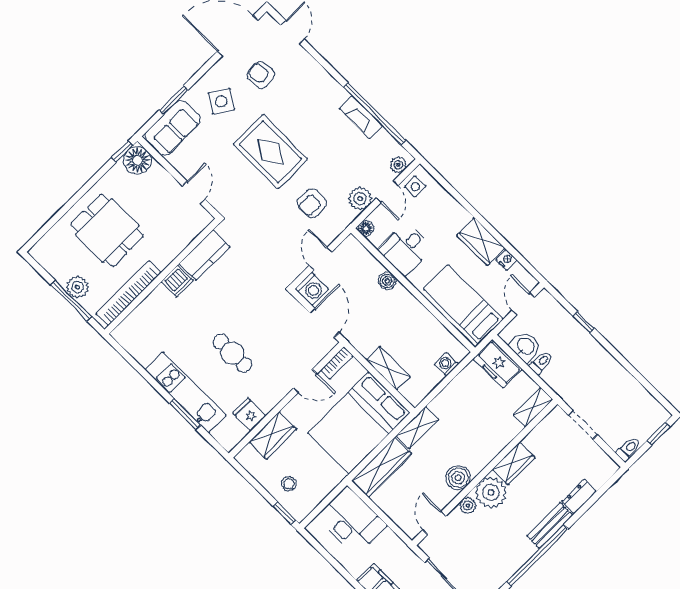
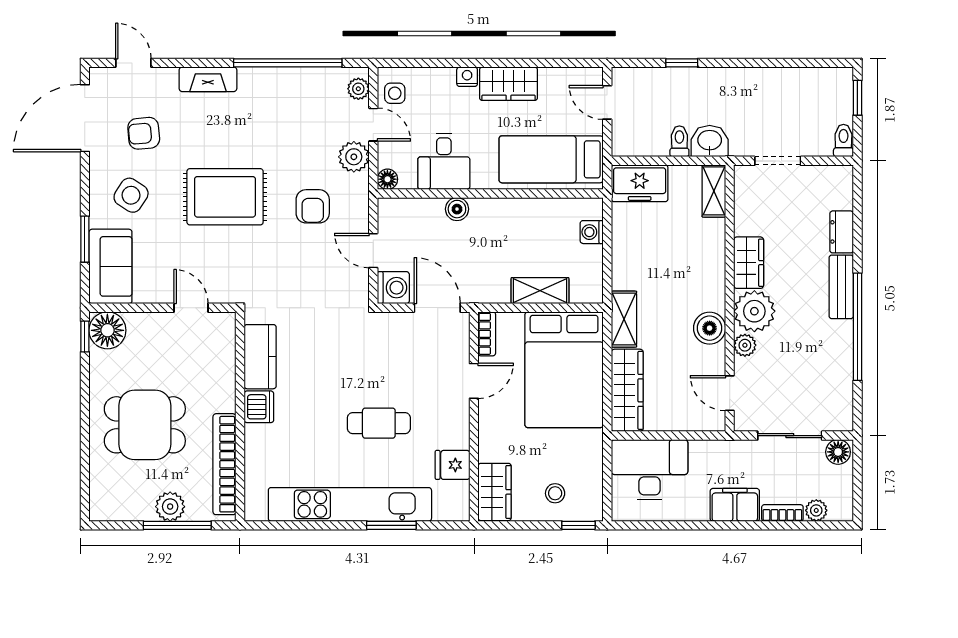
fireplace: (361, 117) -> (208, 79), moved
nightstand: (506, 260) -> (467, 77), moved
washbasin: (525, 346) -> (710, 141), moved
kitchen unit: (186, 393) -> (350, 504), width x1.36
wardrobe: (273, 435) -> (495, 492), moved

